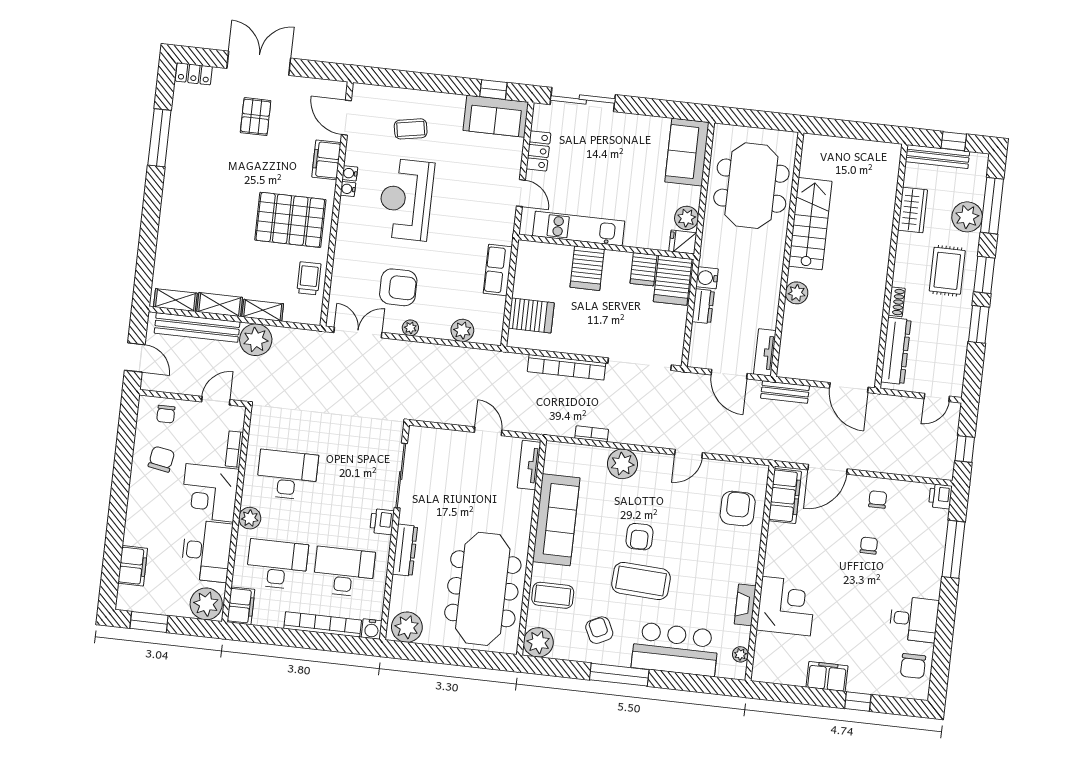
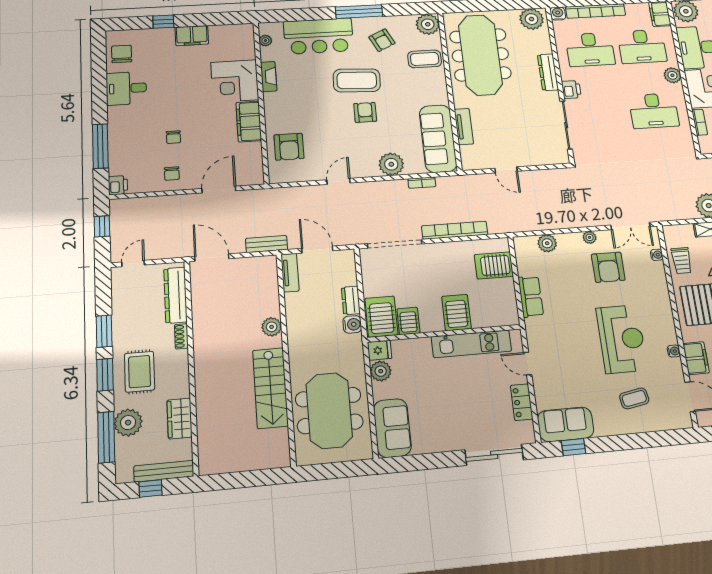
water cooler: (348, 189) -> (657, 255), moved
armchair: (398, 287) -> (608, 267), turned -90
tv unit: (529, 465) -> (464, 127), moved
filing cabinet: (785, 496) -> (249, 122), moved
sofa: (556, 520) -> (438, 139), moved

